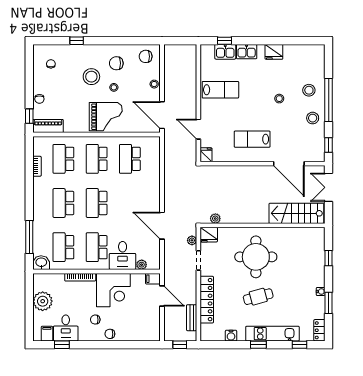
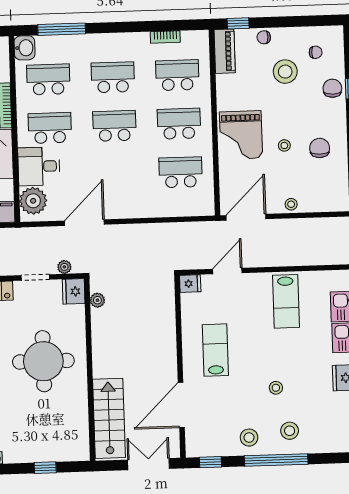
chair: (146, 56) -> (332, 88), moved
stool: (91, 77) -> (285, 72), moved
plant: (142, 265) -> (33, 201), width x1.87, depth x1.87

